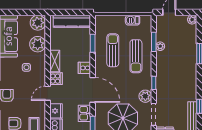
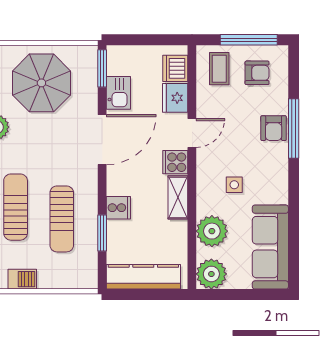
cooker: (84, 68) -> (118, 208), moved
door: (93, 90) -> (102, 140), swing flipped

